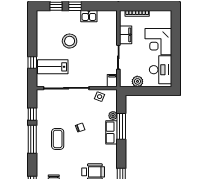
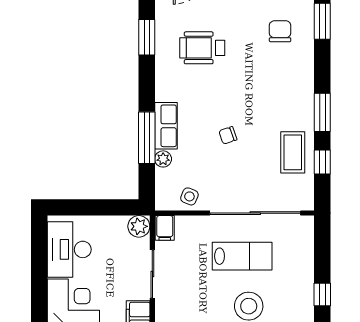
window: (32, 63) -> (322, 294), moved
lab bench: (53, 67) -> (242, 256), moved
plant: (137, 81) -> (139, 226), moved
window: (32, 139) -> (322, 112), width x0.69
coffee table: (58, 139) -> (293, 152), moved

